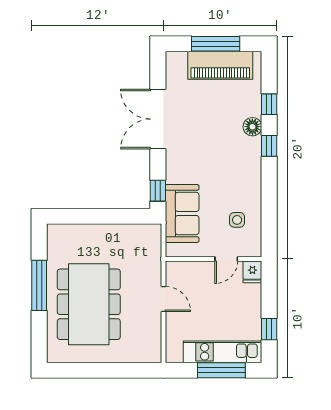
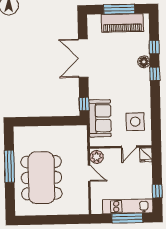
side table: (237, 220) -> (135, 122), width x1.87, depth x1.87
plant: (176, 274) -> (97, 157), added

